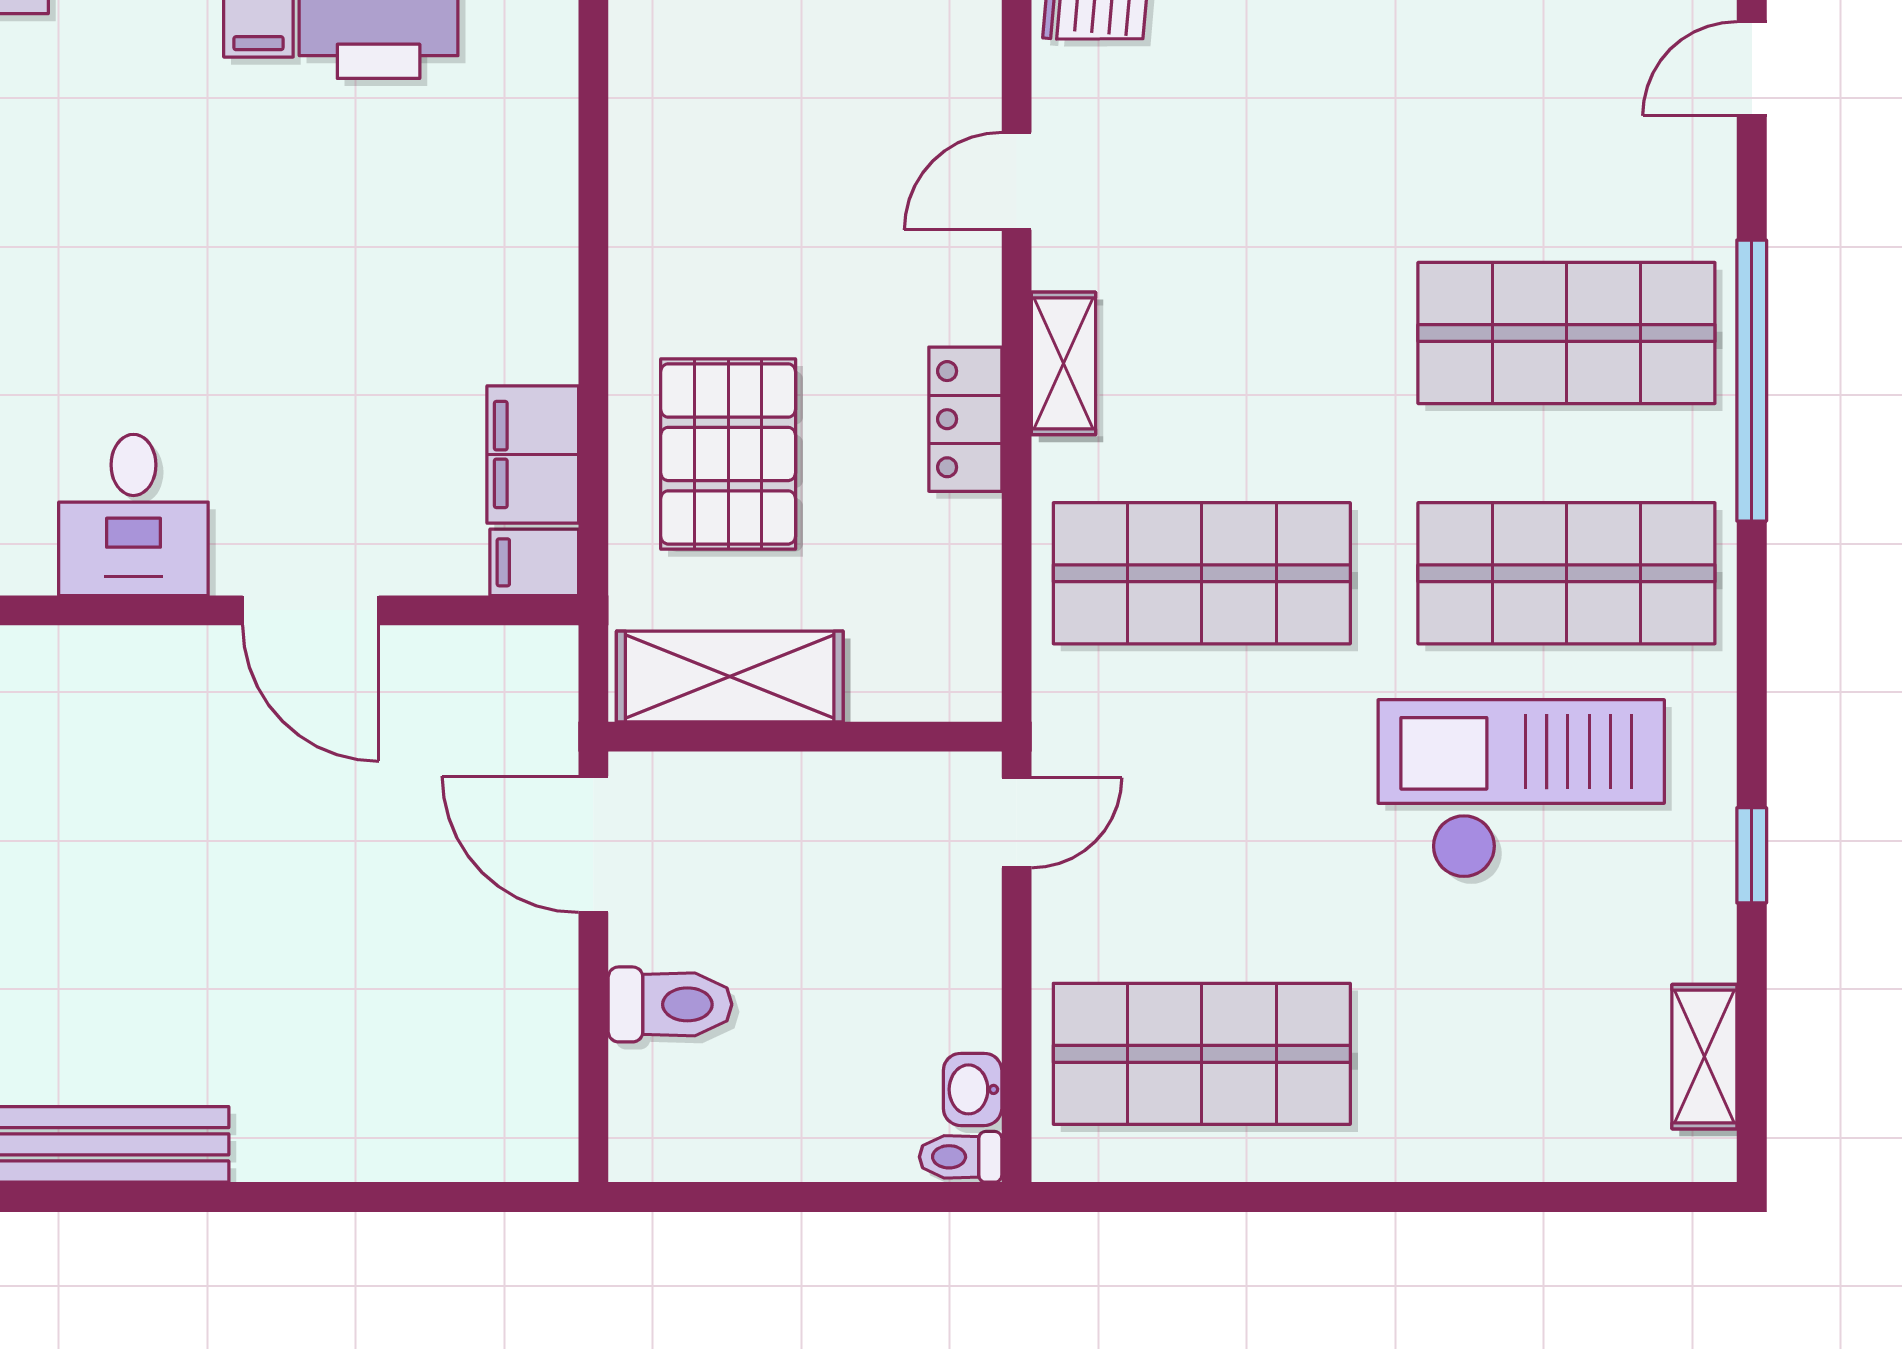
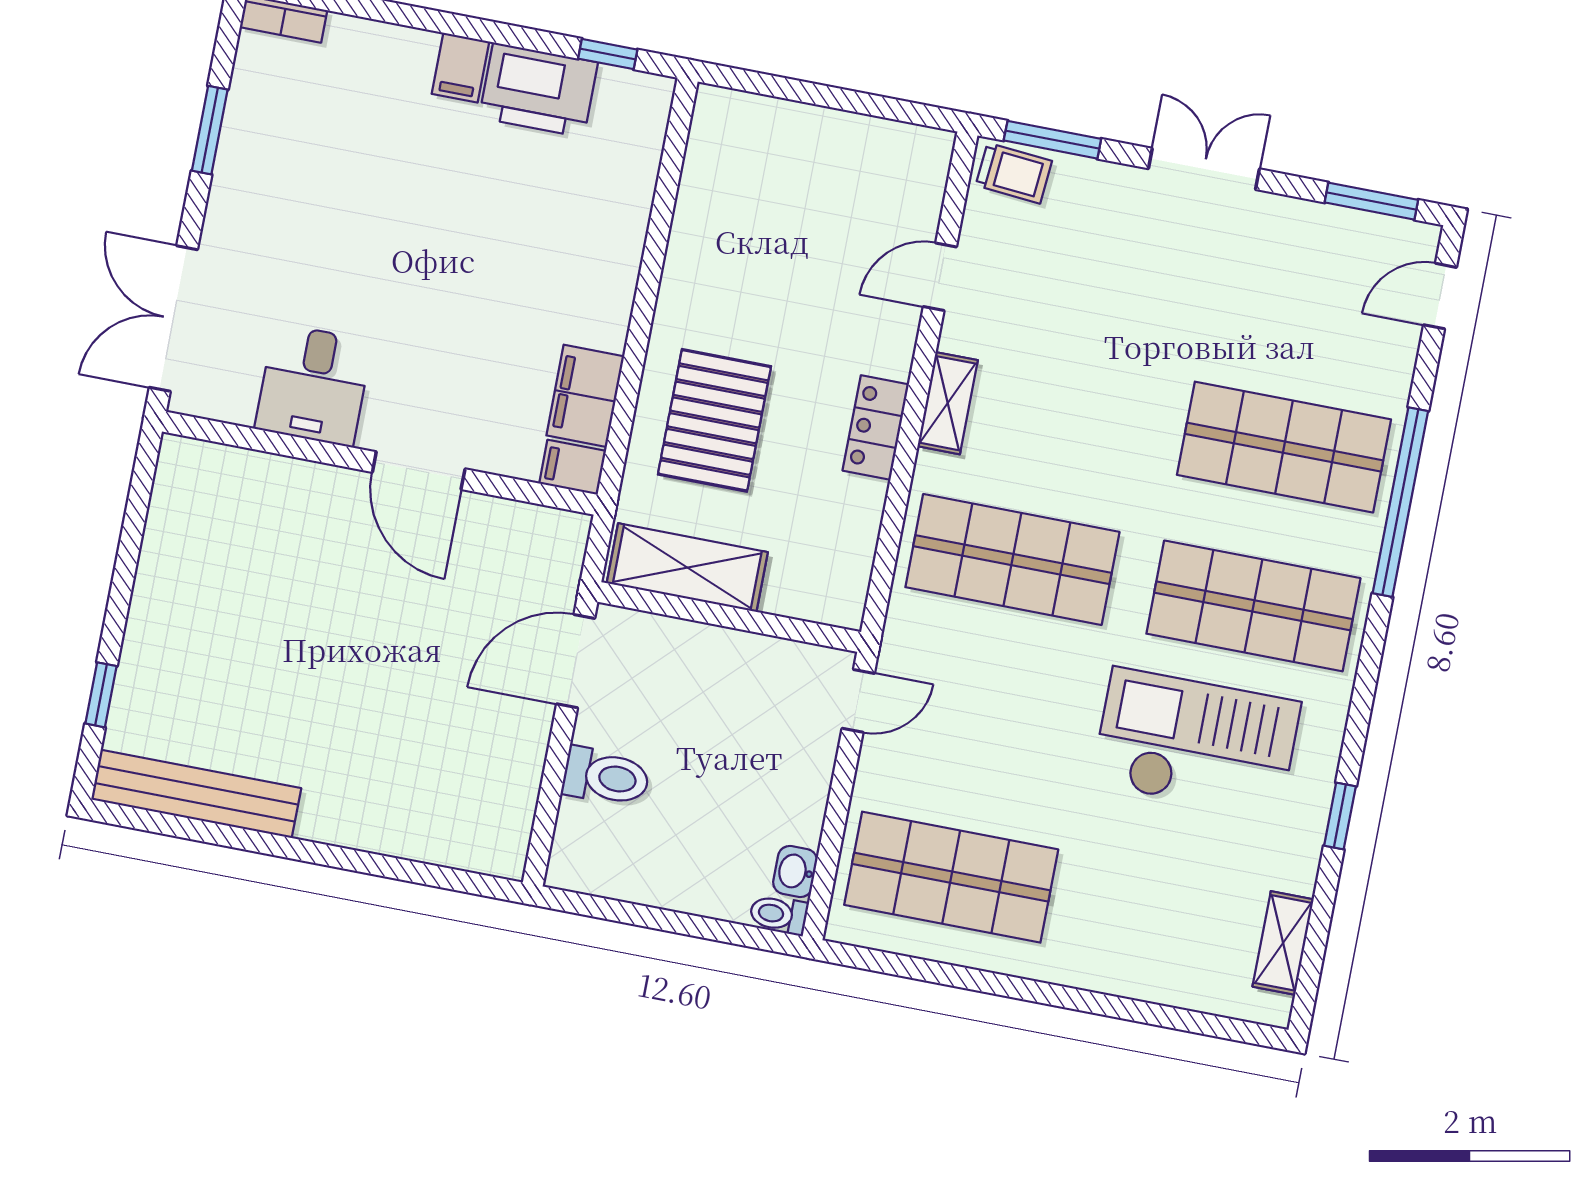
door: (593, 844) -> (576, 661), hinge flipped

